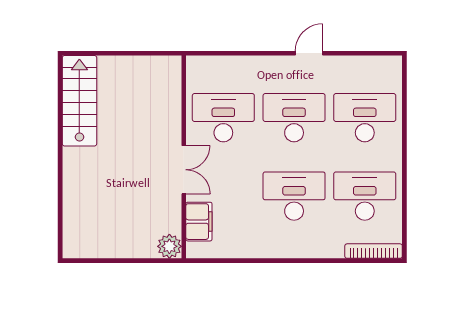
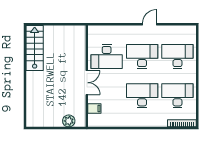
desk: (223, 118) -> (107, 57), turned 180
filing cabinet: (199, 222) -> (94, 109), width x0.50
plant: (169, 246) -> (69, 121), moved

